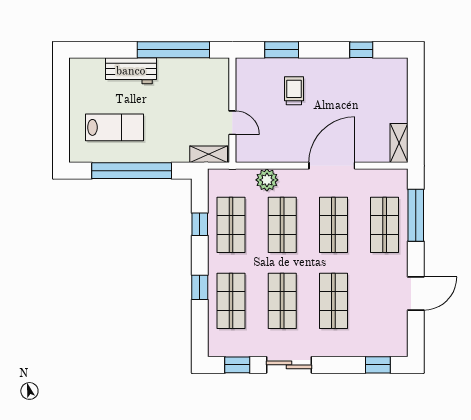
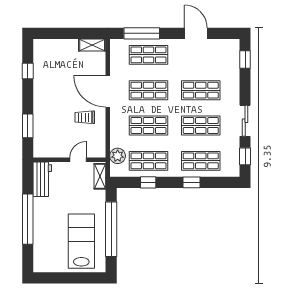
window: (173, 50) -> (28, 219), moved
workbench: (131, 71) -> (42, 179), moved
trolley: (294, 91) -> (85, 117), moved
lab bench: (114, 127) -> (81, 241), width x1.36, depth x1.39
plant: (267, 180) -> (118, 156), moved

